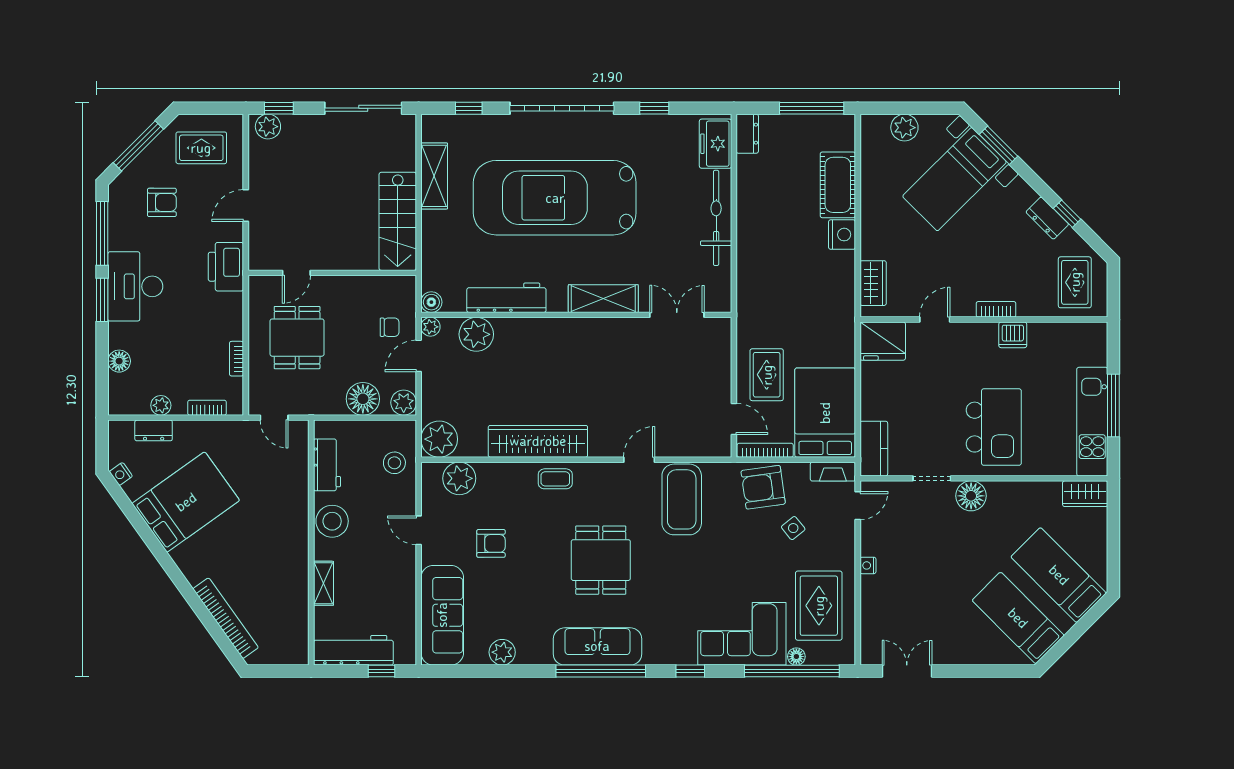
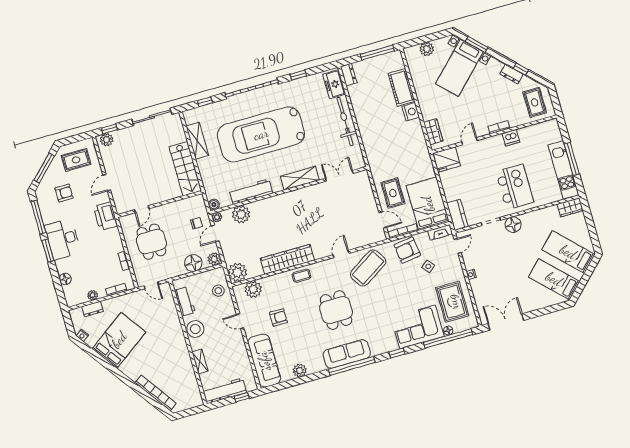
coffee table: (682, 499) -> (368, 268), turned 58
double door: (907, 671) -> (506, 322), width x1.37

